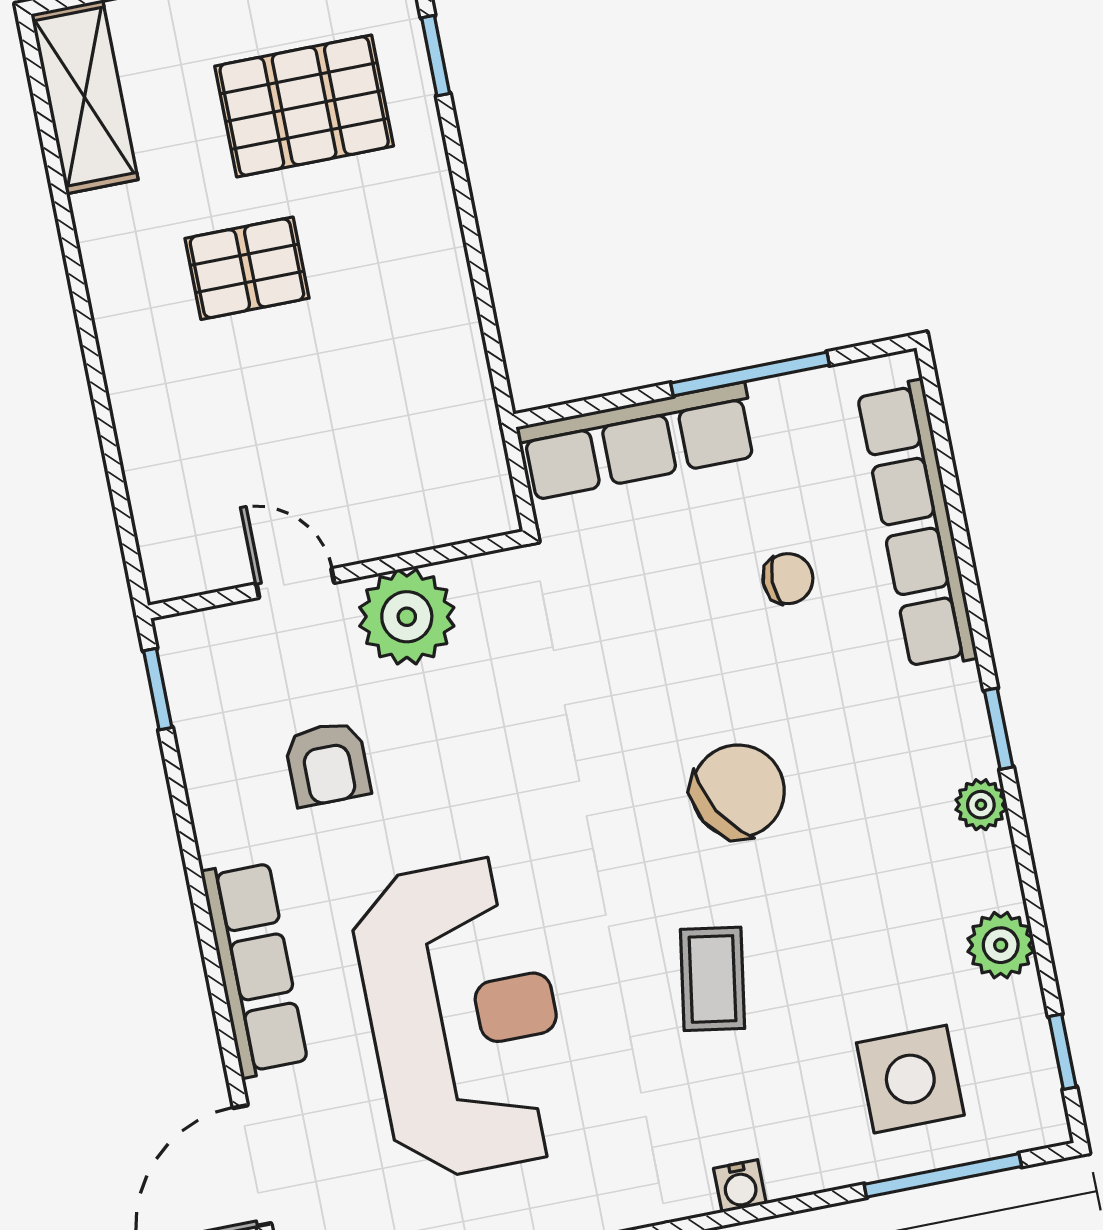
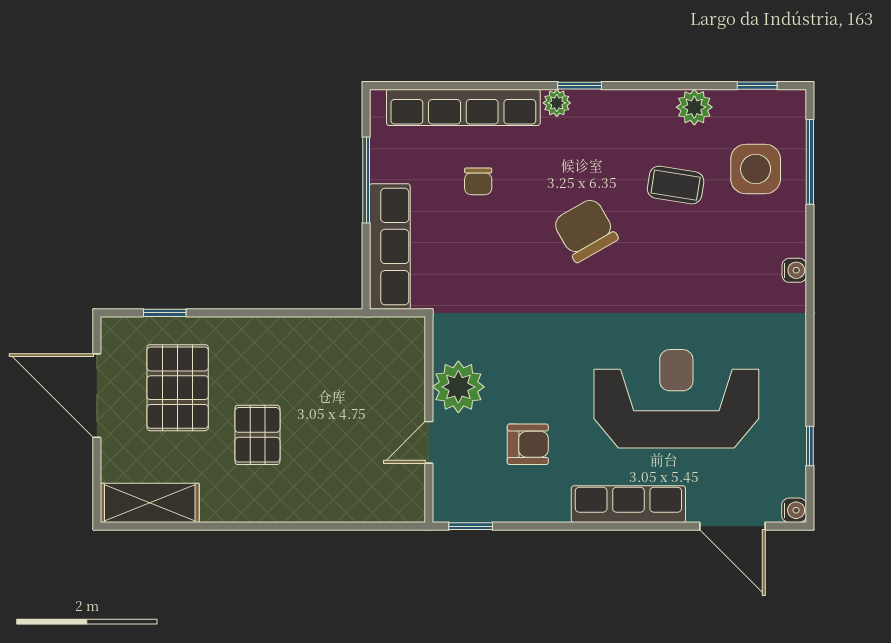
chair: (788, 579) -> (478, 181), turned 180
plant: (981, 805) -> (557, 103), moved
coffee table: (712, 979) -> (676, 185), moved

